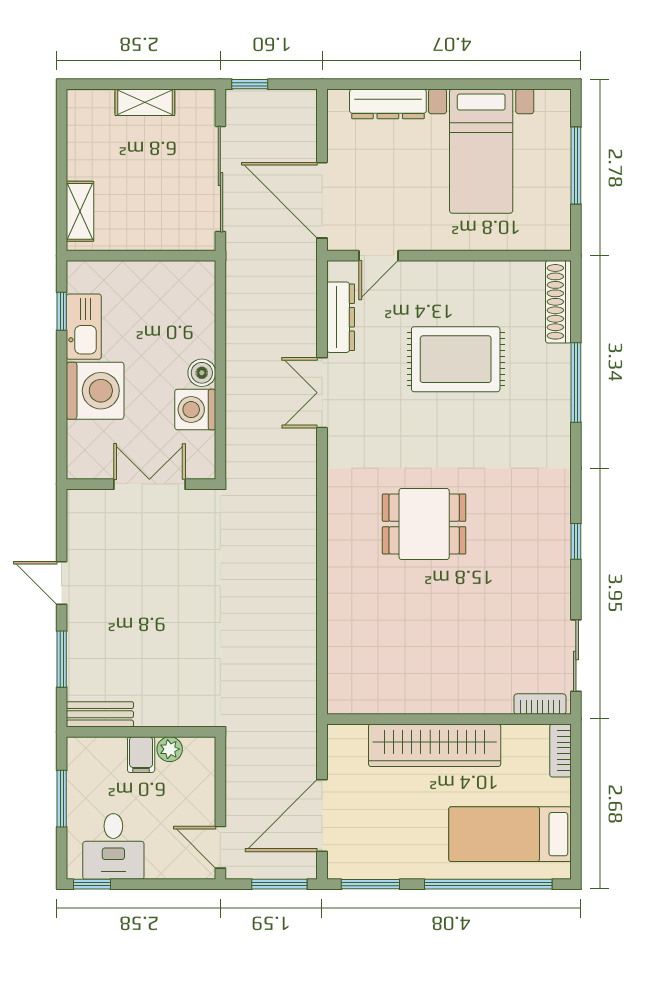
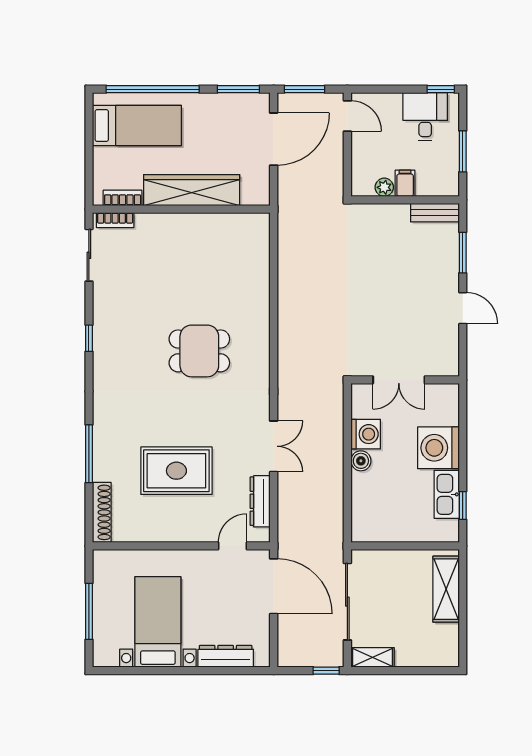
shelving: (145, 102) -> (372, 657), moved
shelving: (80, 211) -> (446, 589), width x1.50, depth x1.33
bookcase: (561, 751) -> (123, 198), moved, turned -90

